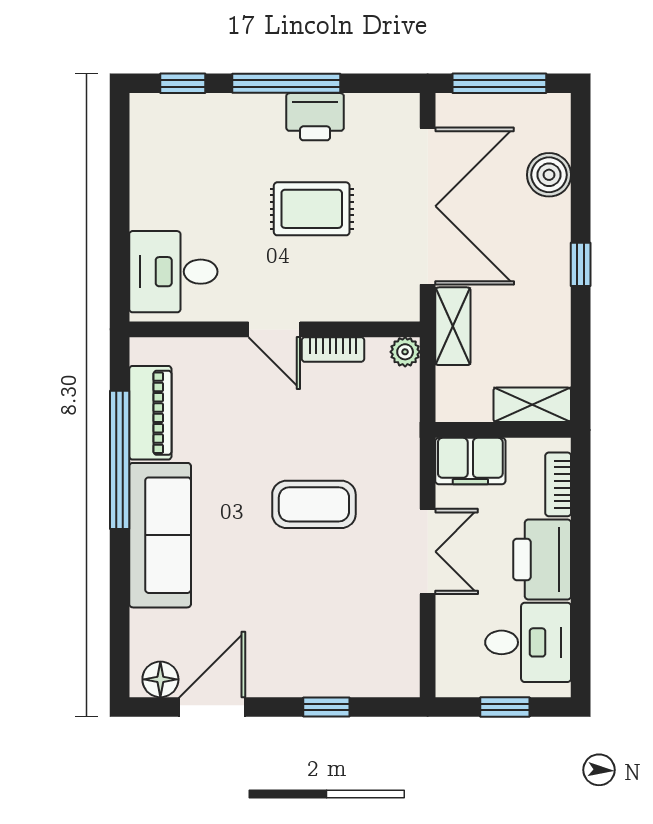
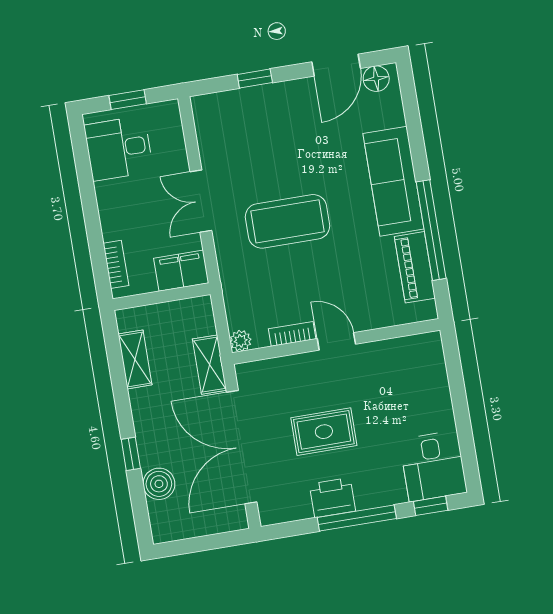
window: (499, 83) -> (205, 543), removed
window: (581, 264) -> (131, 454), moved
desk: (173, 272) -> (433, 466), moved, turned 90
shelving: (532, 405) -> (135, 359), moved, turned 90
coffee table: (314, 504) -> (287, 221), width x1.36, depth x1.32
printer: (542, 560) -> (118, 209), removed

